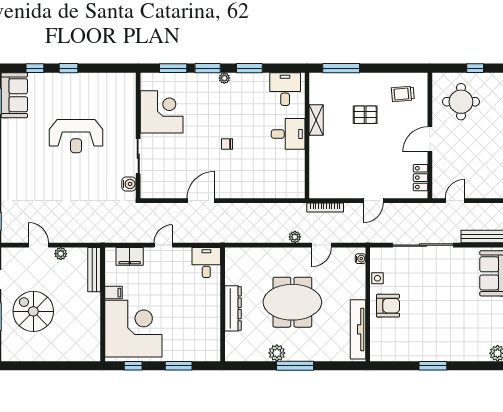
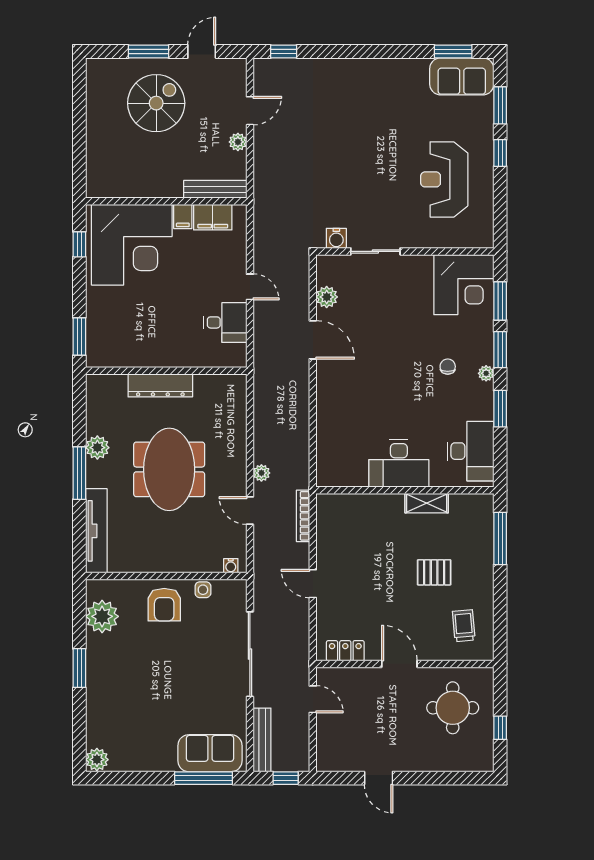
window: (35, 68) -> (500, 105), width x1.50
desk: (285, 89) -> (471, 451), width x1.37
corner desk: (162, 112) -> (464, 285), moved
pallet: (365, 115) -> (434, 572), turned 90
desk: (288, 134) -> (399, 463), width x1.37
reception desk: (76, 136) -> (444, 179), moved
chair: (227, 144) -> (448, 367), moved
plant: (170, 191) -> (327, 297), added
filing cabinet: (130, 256) -> (213, 217), moved, turned -90
desk: (206, 262) -> (225, 322), moved
tv unit: (358, 329) -> (96, 531), moved, turned 90
plant: (396, 350) -> (102, 616), added
window: (179, 366) -> (79, 337), moved

